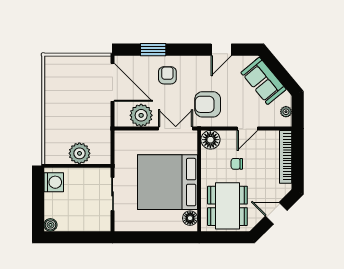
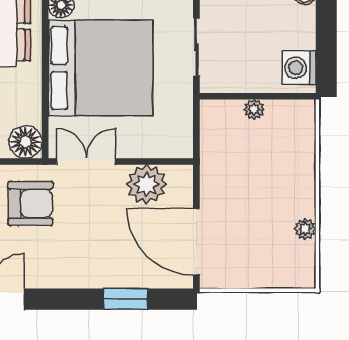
armchair: (167, 75) -> (101, 254), removed
plant: (50, 90) -> (305, 229), added
double door: (176, 128) -> (86, 161), swing flipped
plant: (79, 153) -> (254, 109), width x0.53, depth x0.53

